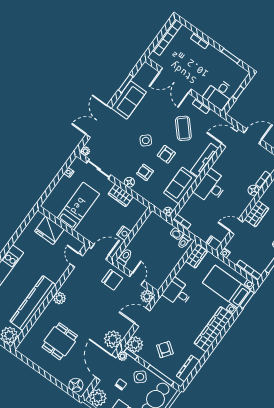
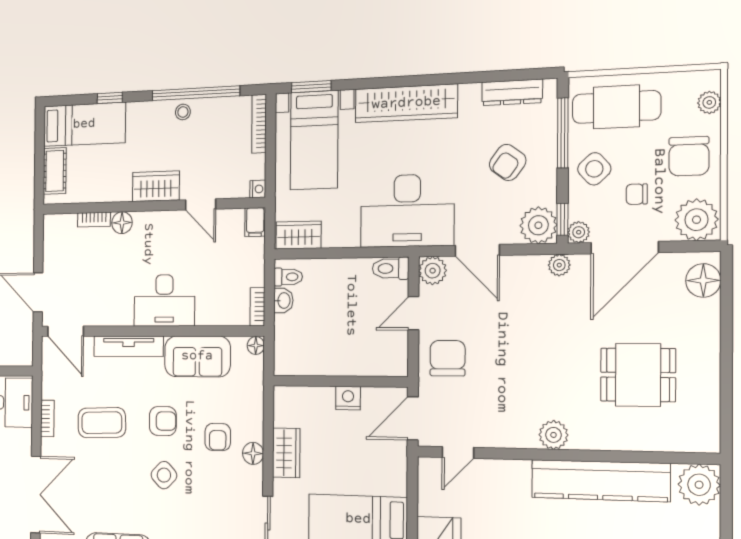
coffee table: (183, 128) -> (102, 423), turned 40
door: (100, 252) -> (413, 418), hinge flipped
toilet: (125, 257) -> (391, 268), moved
desk: (178, 292) -> (407, 211), width x1.87, depth x1.30
plant: (113, 339) -> (559, 265), width x0.53, depth x0.53

